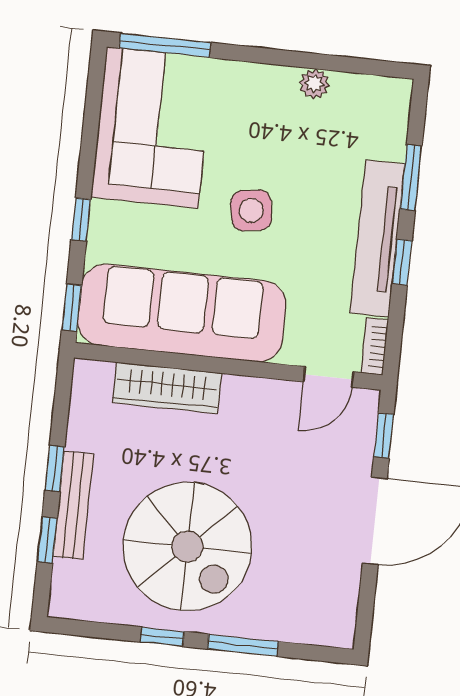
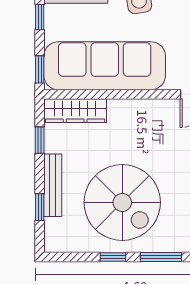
wardrobe: (167, 388) -> (75, 111), moved
window: (55, 468) -> (40, 140), moved

